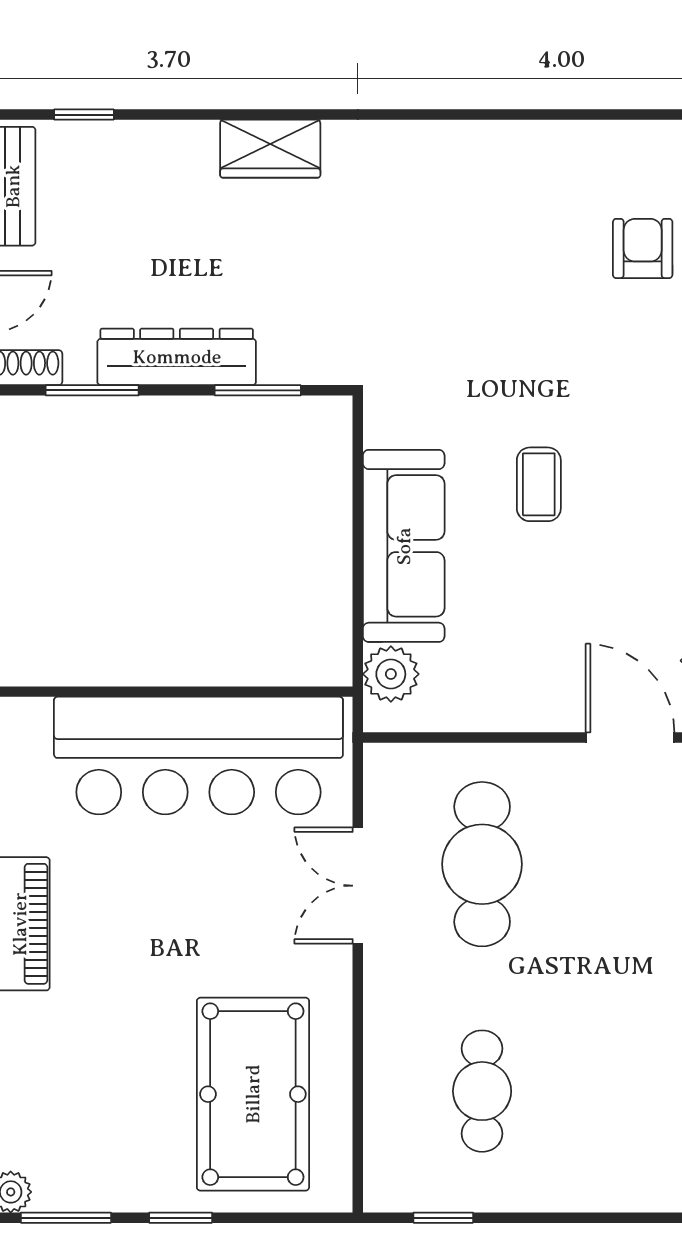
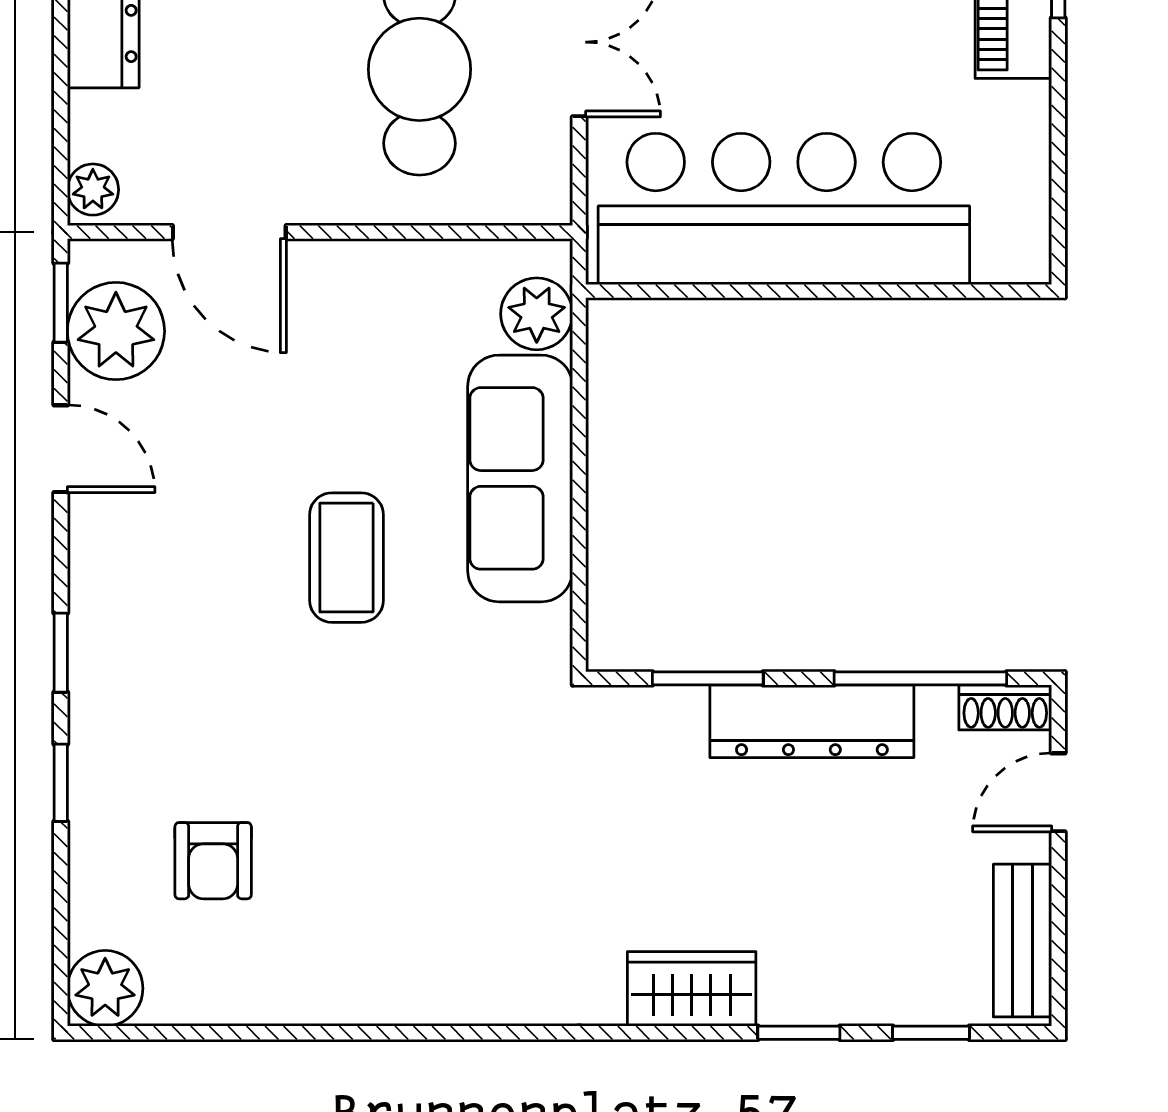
window: (187, 115) -> (799, 1033), added
window: (92, 390) -> (920, 678), width x1.44
coffee table: (539, 484) -> (346, 558), width x1.36, depth x1.30

